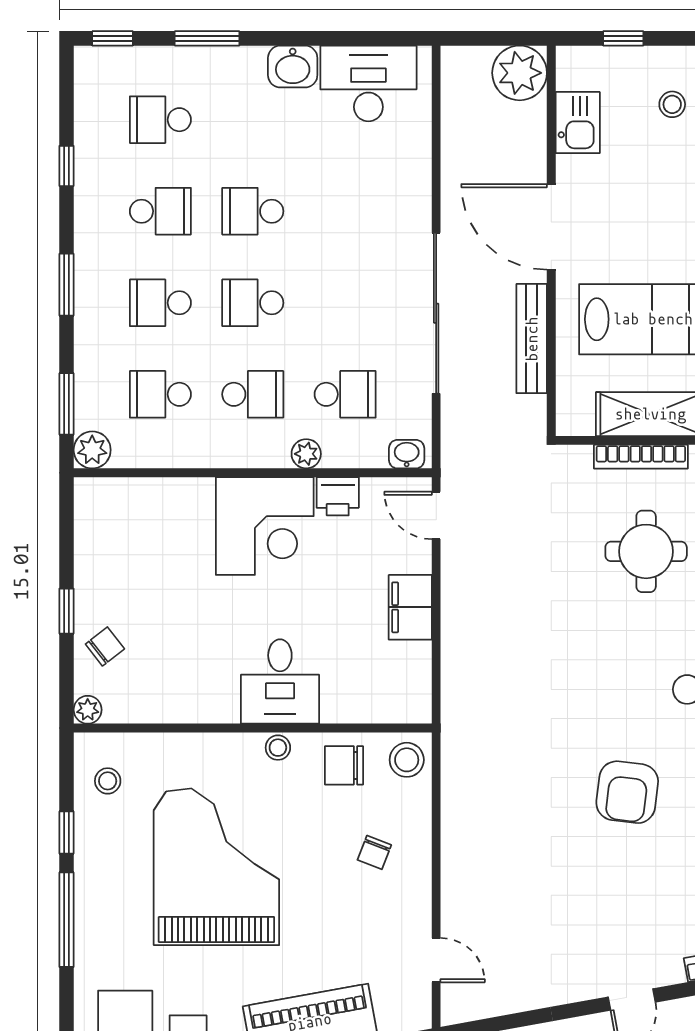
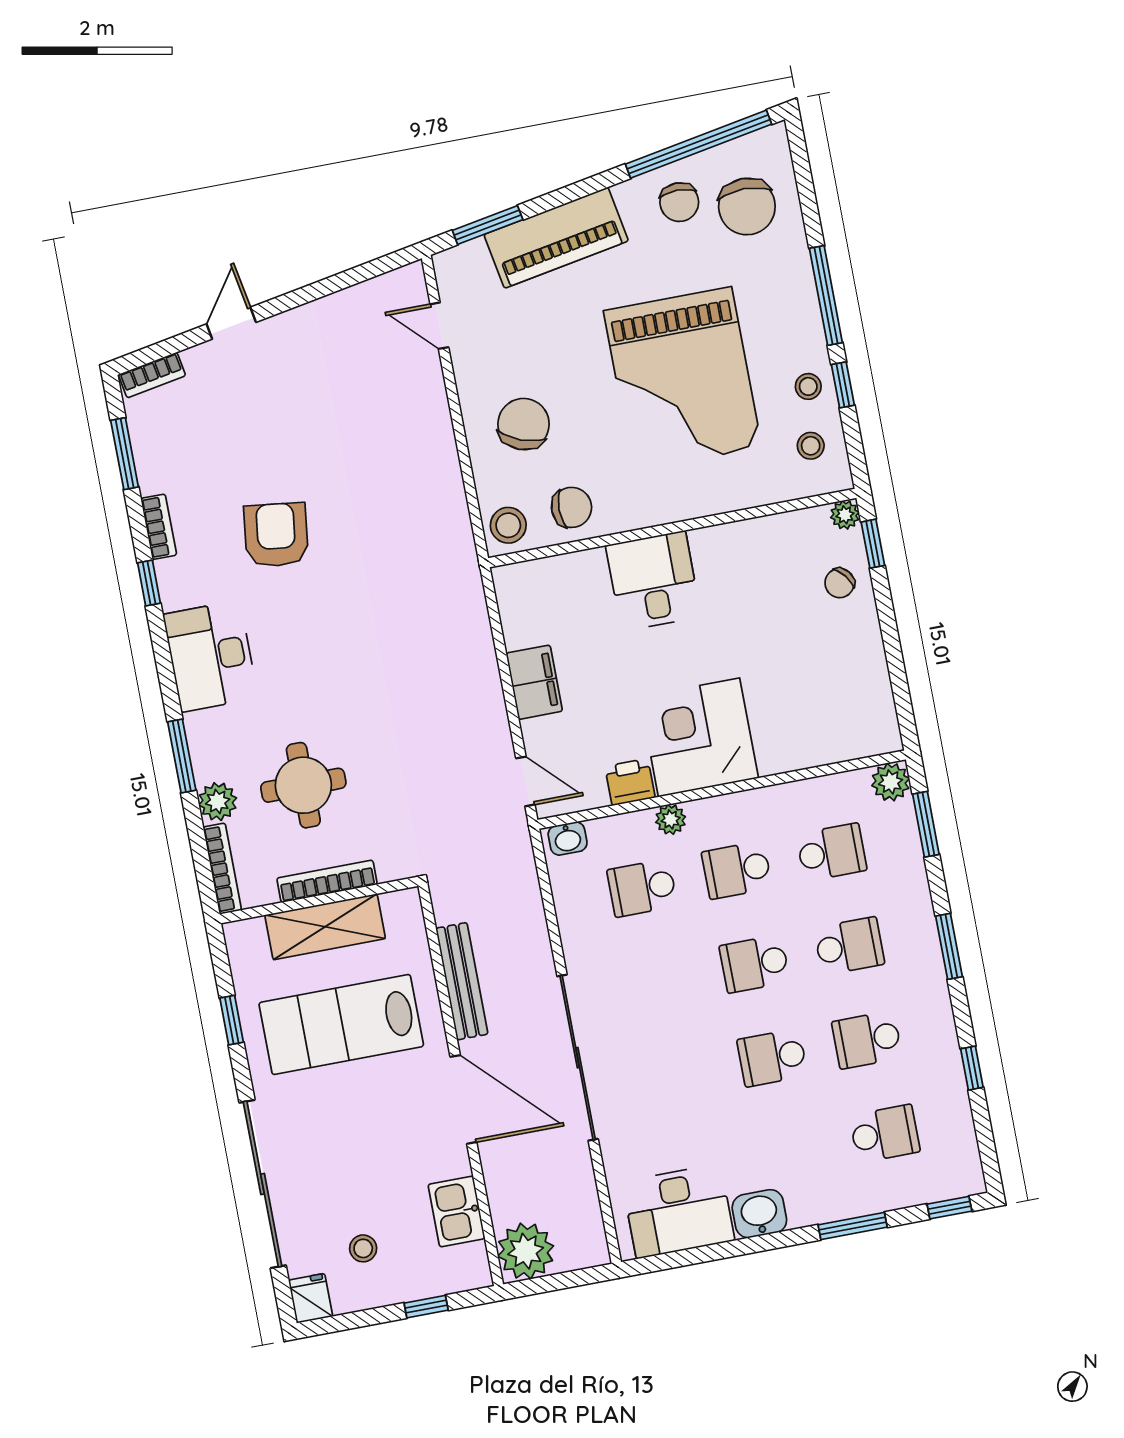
school desk: (253, 211) -> (772, 1058), turned 180
school desk: (253, 303) -> (755, 964), turned 180
sliding door: (436, 313) -> (578, 1058), moved
window: (67, 611) -> (873, 544), moved
stool: (278, 748) -> (808, 386), moved
chair: (374, 852) -> (523, 424), width x1.87, depth x1.87

